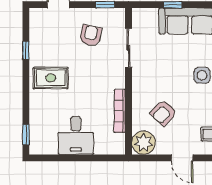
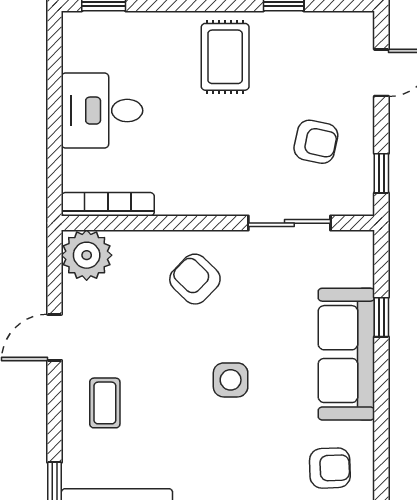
bookcase: (120, 111) -> (108, 204), moved
armchair: (163, 113) -> (195, 279), moved

